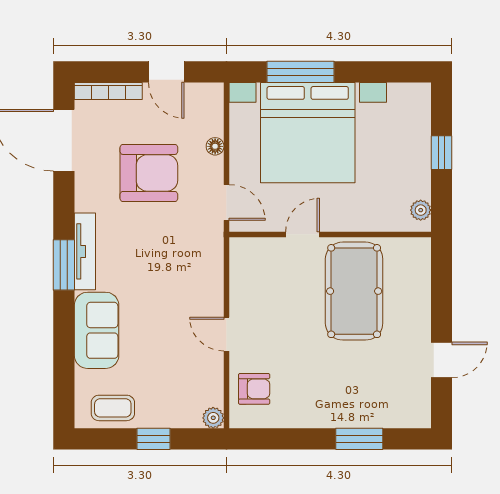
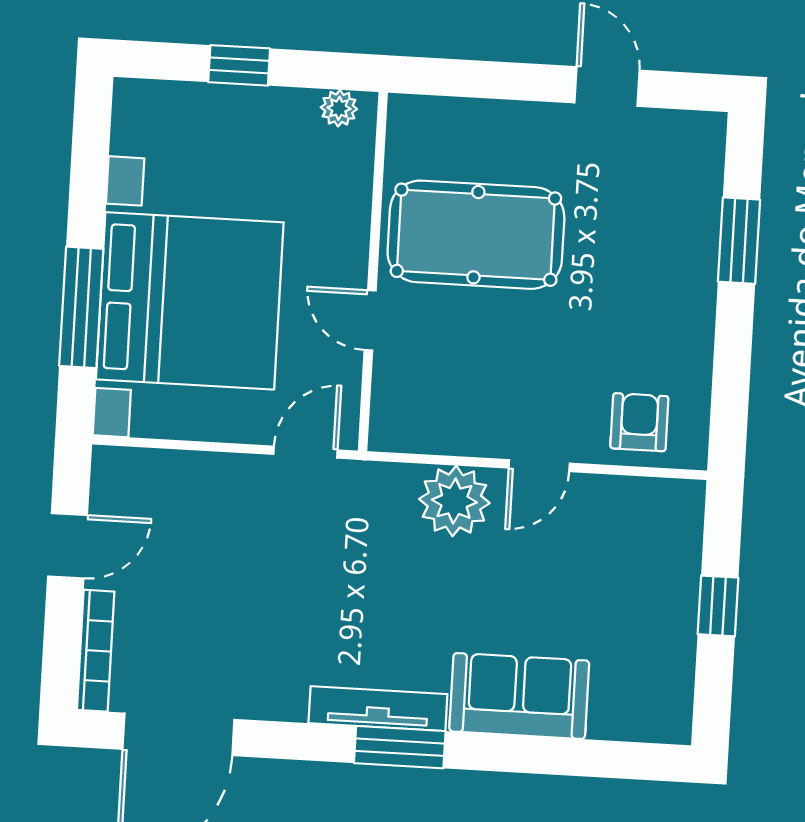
floor lamp: (215, 146) -> (205, 467), removed
armchair: (149, 173) -> (245, 587), removed
coffee table: (113, 408) -> (659, 675), removed
plant: (213, 418) -> (454, 501), moved, width x1.88, depth x1.88

